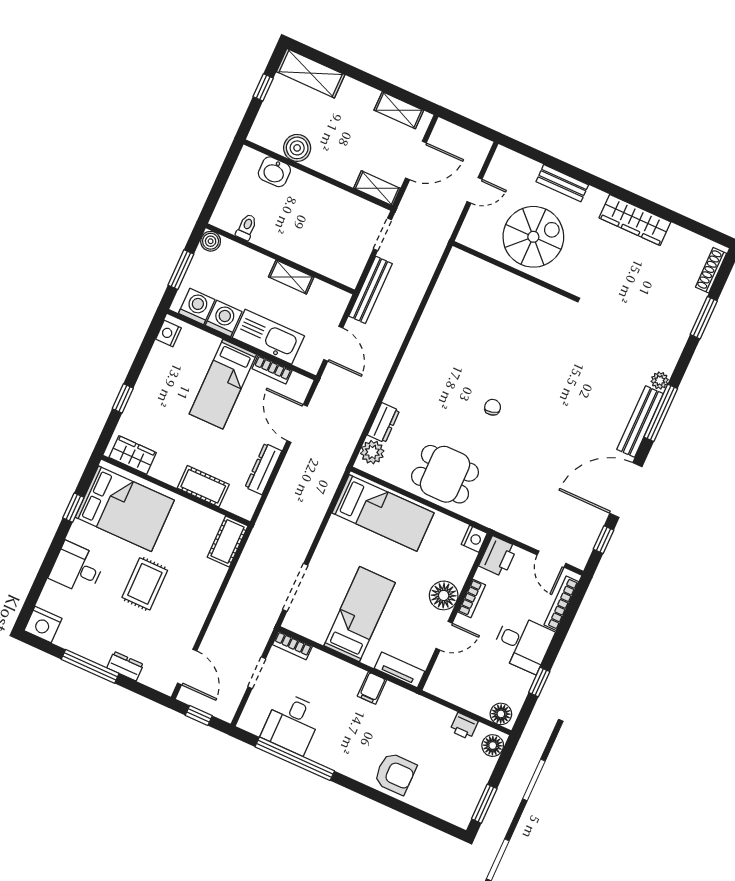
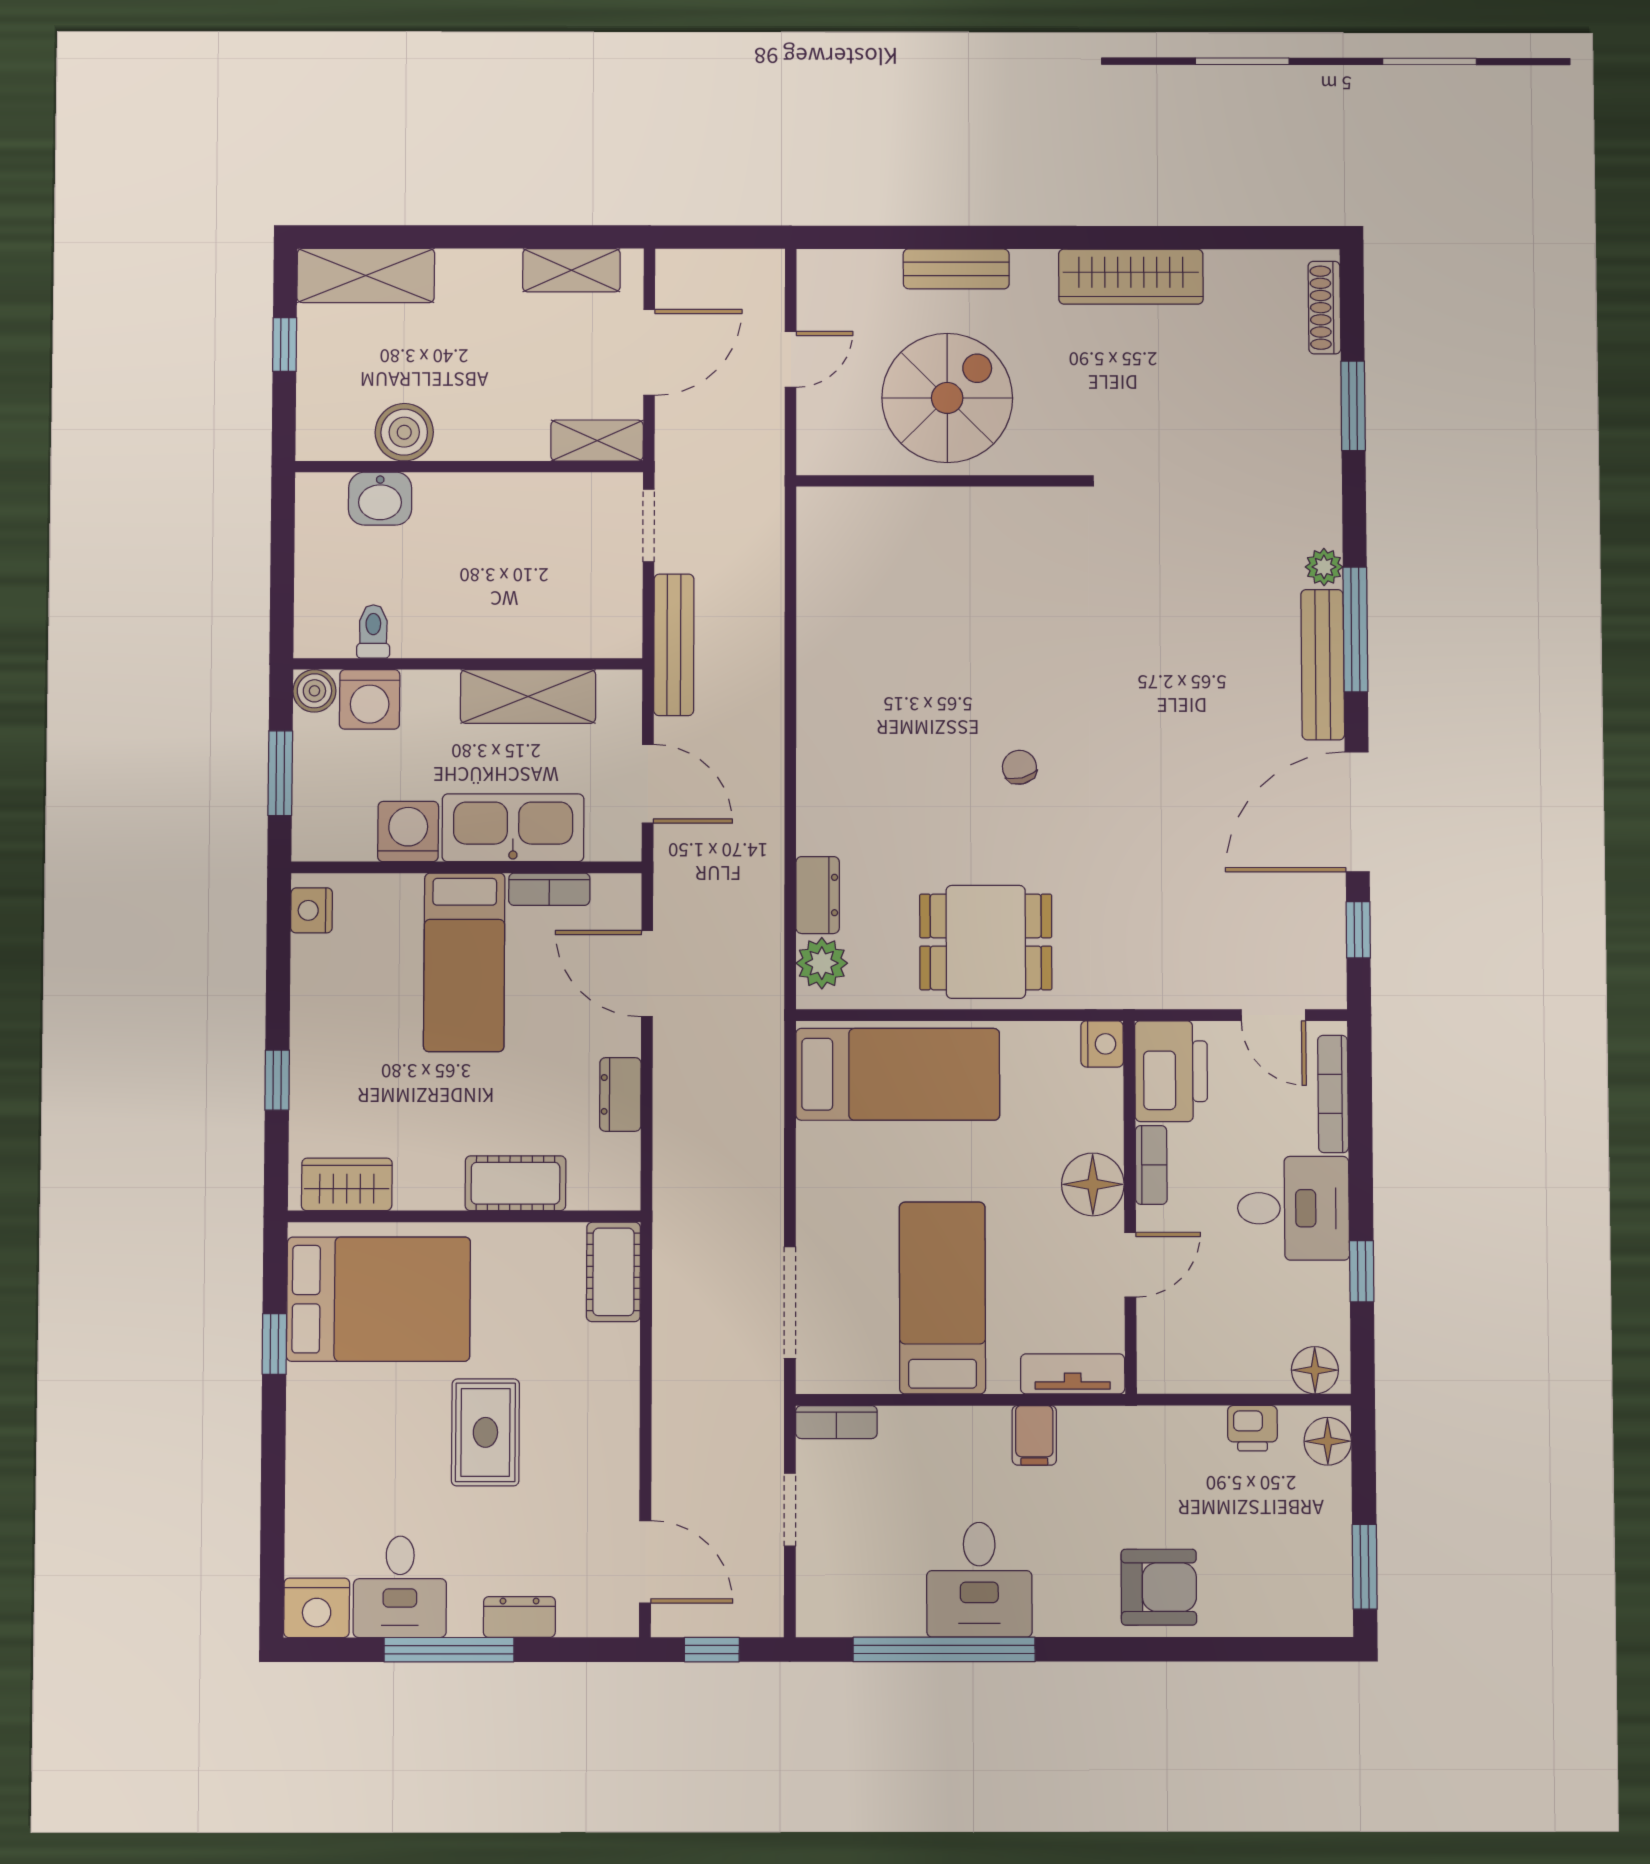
shelving: (291, 277) -> (528, 696), width x1.50, depth x1.33
washing machine: (197, 306) -> (370, 699), moved, turned 180
dresser: (263, 469) -> (620, 1094), width x0.70
printer: (498, 556) -> (1171, 1071), width x1.37, depth x1.19
desk: (77, 568) -> (400, 1587), moved, turned -90
desk: (292, 723) -> (979, 1580), moved

